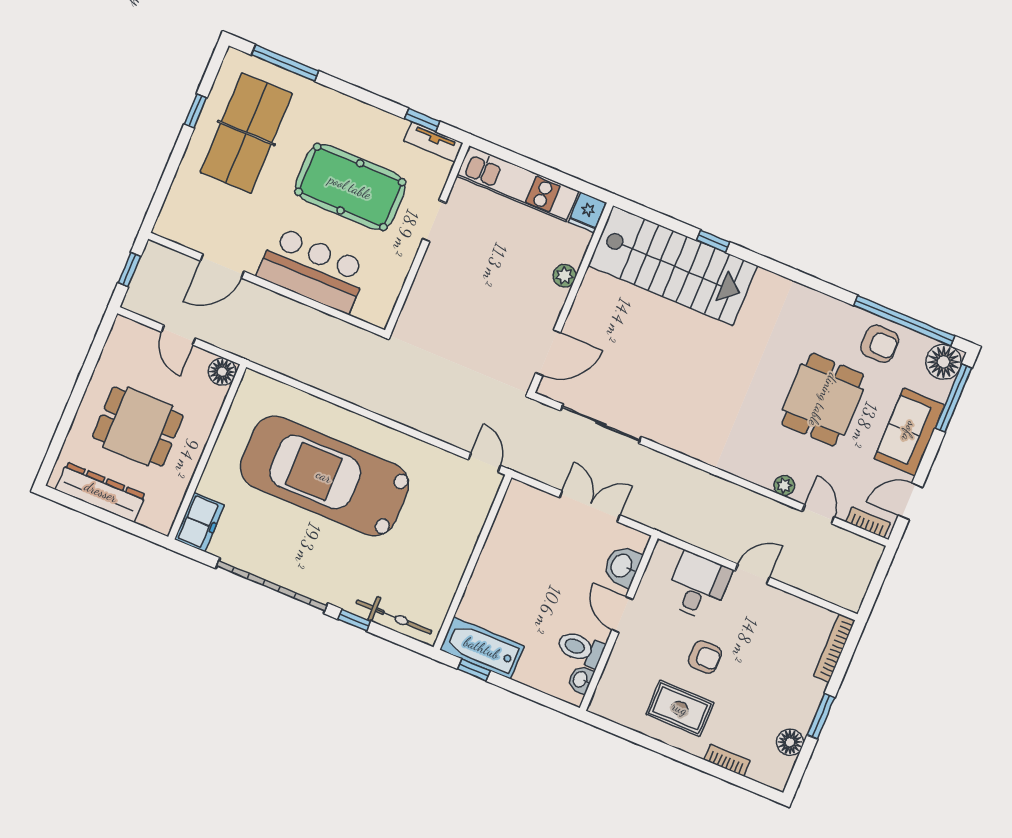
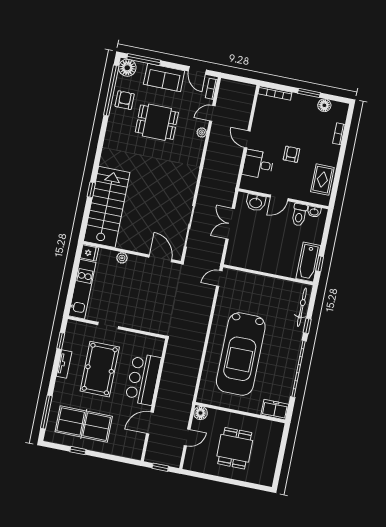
tv unit: (433, 142) -> (64, 364), moved
door: (222, 266) -> (150, 423), swing flipped
dresser: (101, 492) -> (270, 460), removed
rug: (680, 708) -> (322, 180), moved

